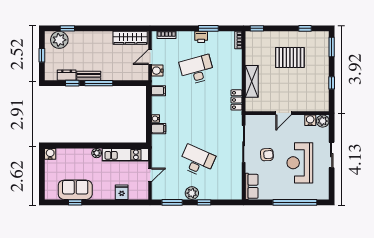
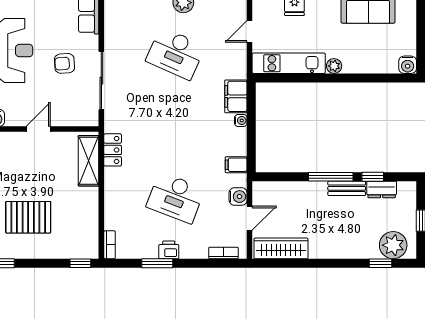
desk: (197, 70) -> (175, 198), turned 36
shelving: (252, 81) -> (89, 161), moved
filing cabinet: (159, 129) -> (236, 96), width x2.00

